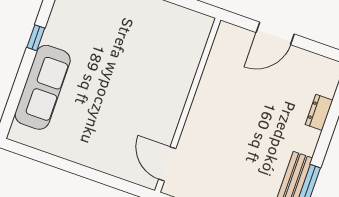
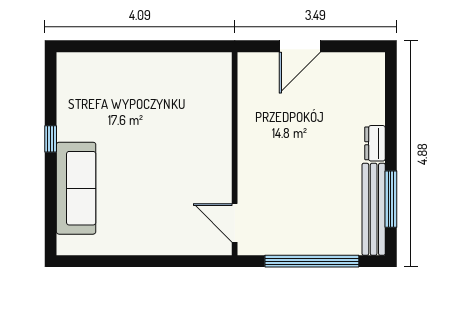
dresser: (319, 112) -> (375, 143), moved

